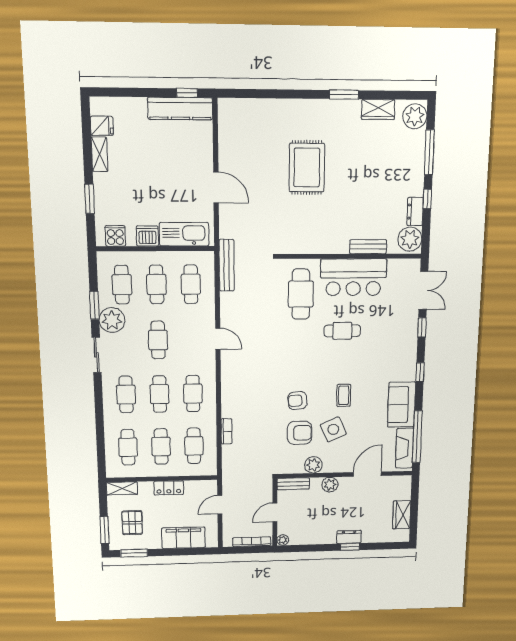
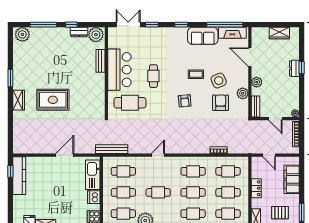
wardrobe: (378, 109) -> (19, 100), moved
armchair: (297, 401) -> (185, 101), moved

